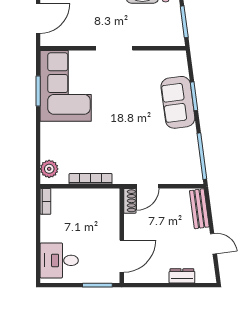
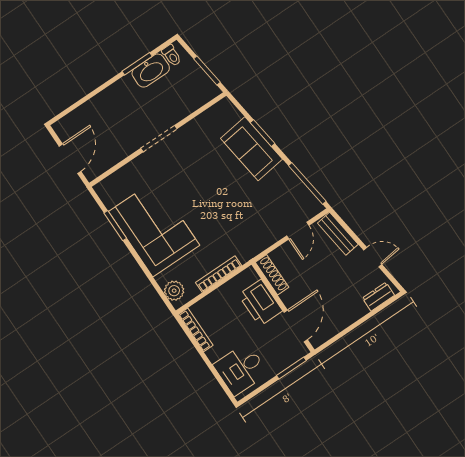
corner sofa: (66, 86) -> (154, 228), moved
door: (148, 186) -> (298, 231), moved
bookcase: (45, 201) -> (196, 330), width x1.56
shoe rack: (130, 201) -> (272, 275), width x1.43
printer: (107, 221) -> (260, 303), added
dresser: (182, 276) -> (378, 297), moved

